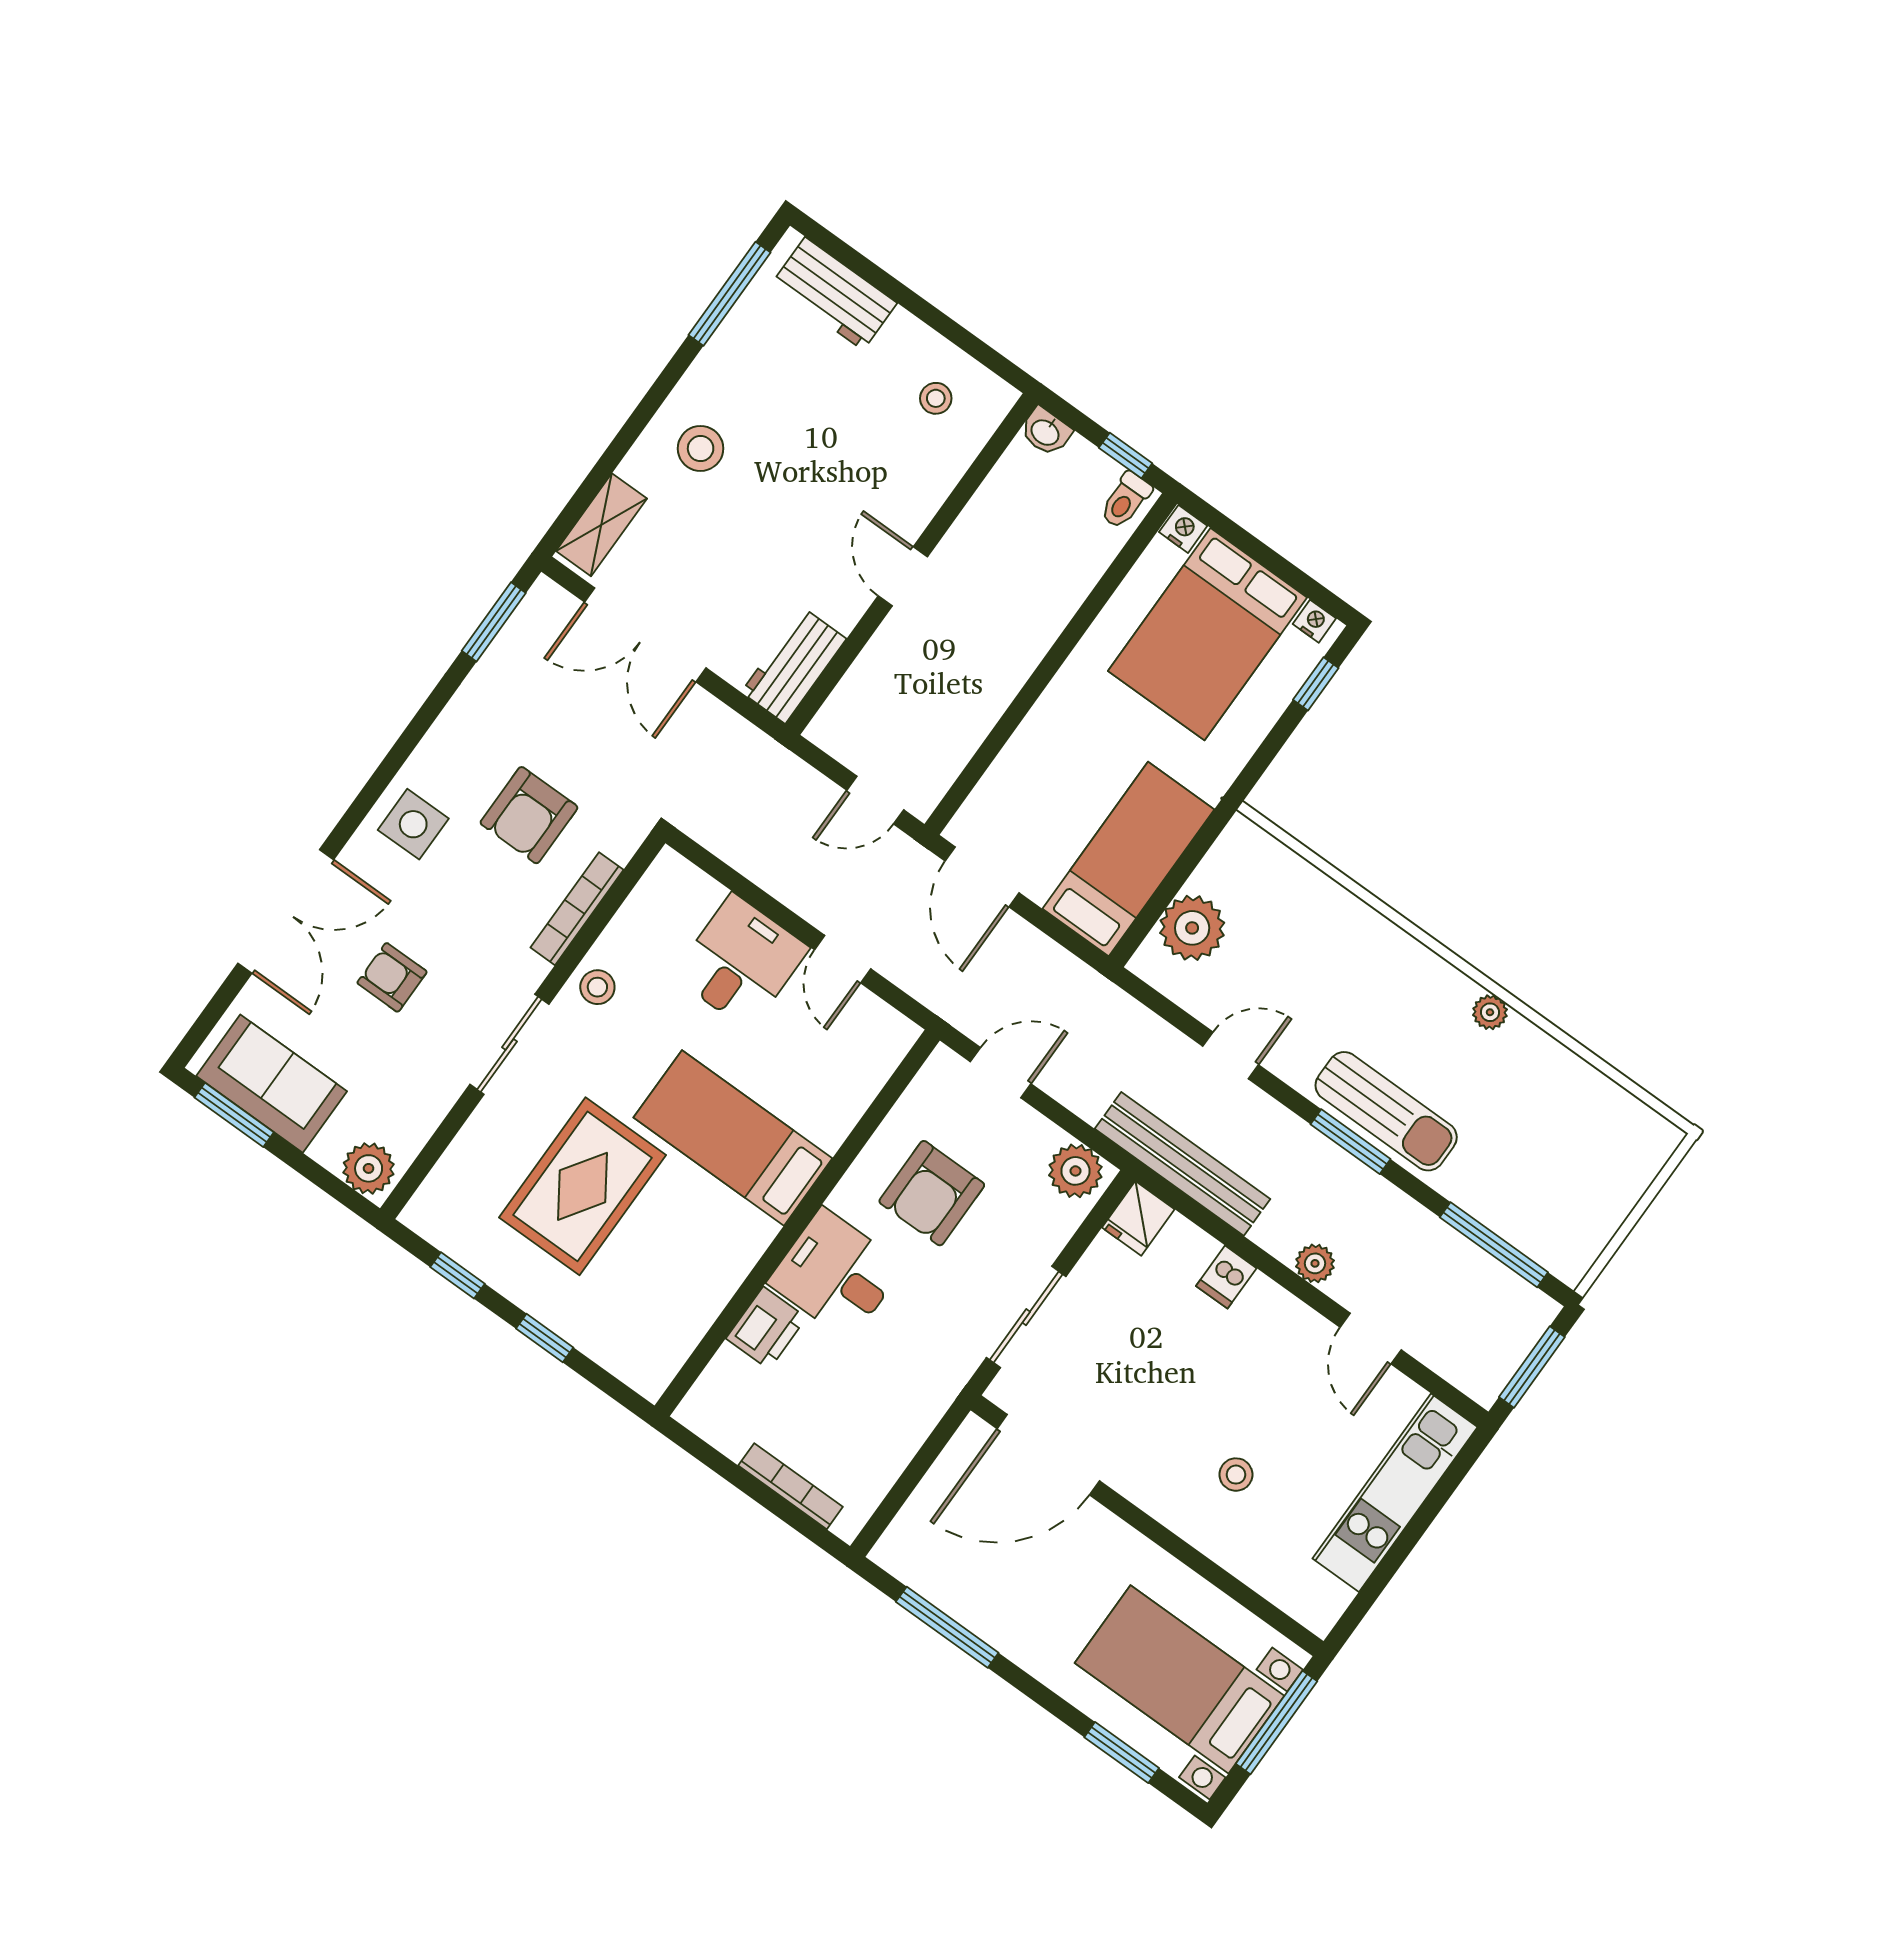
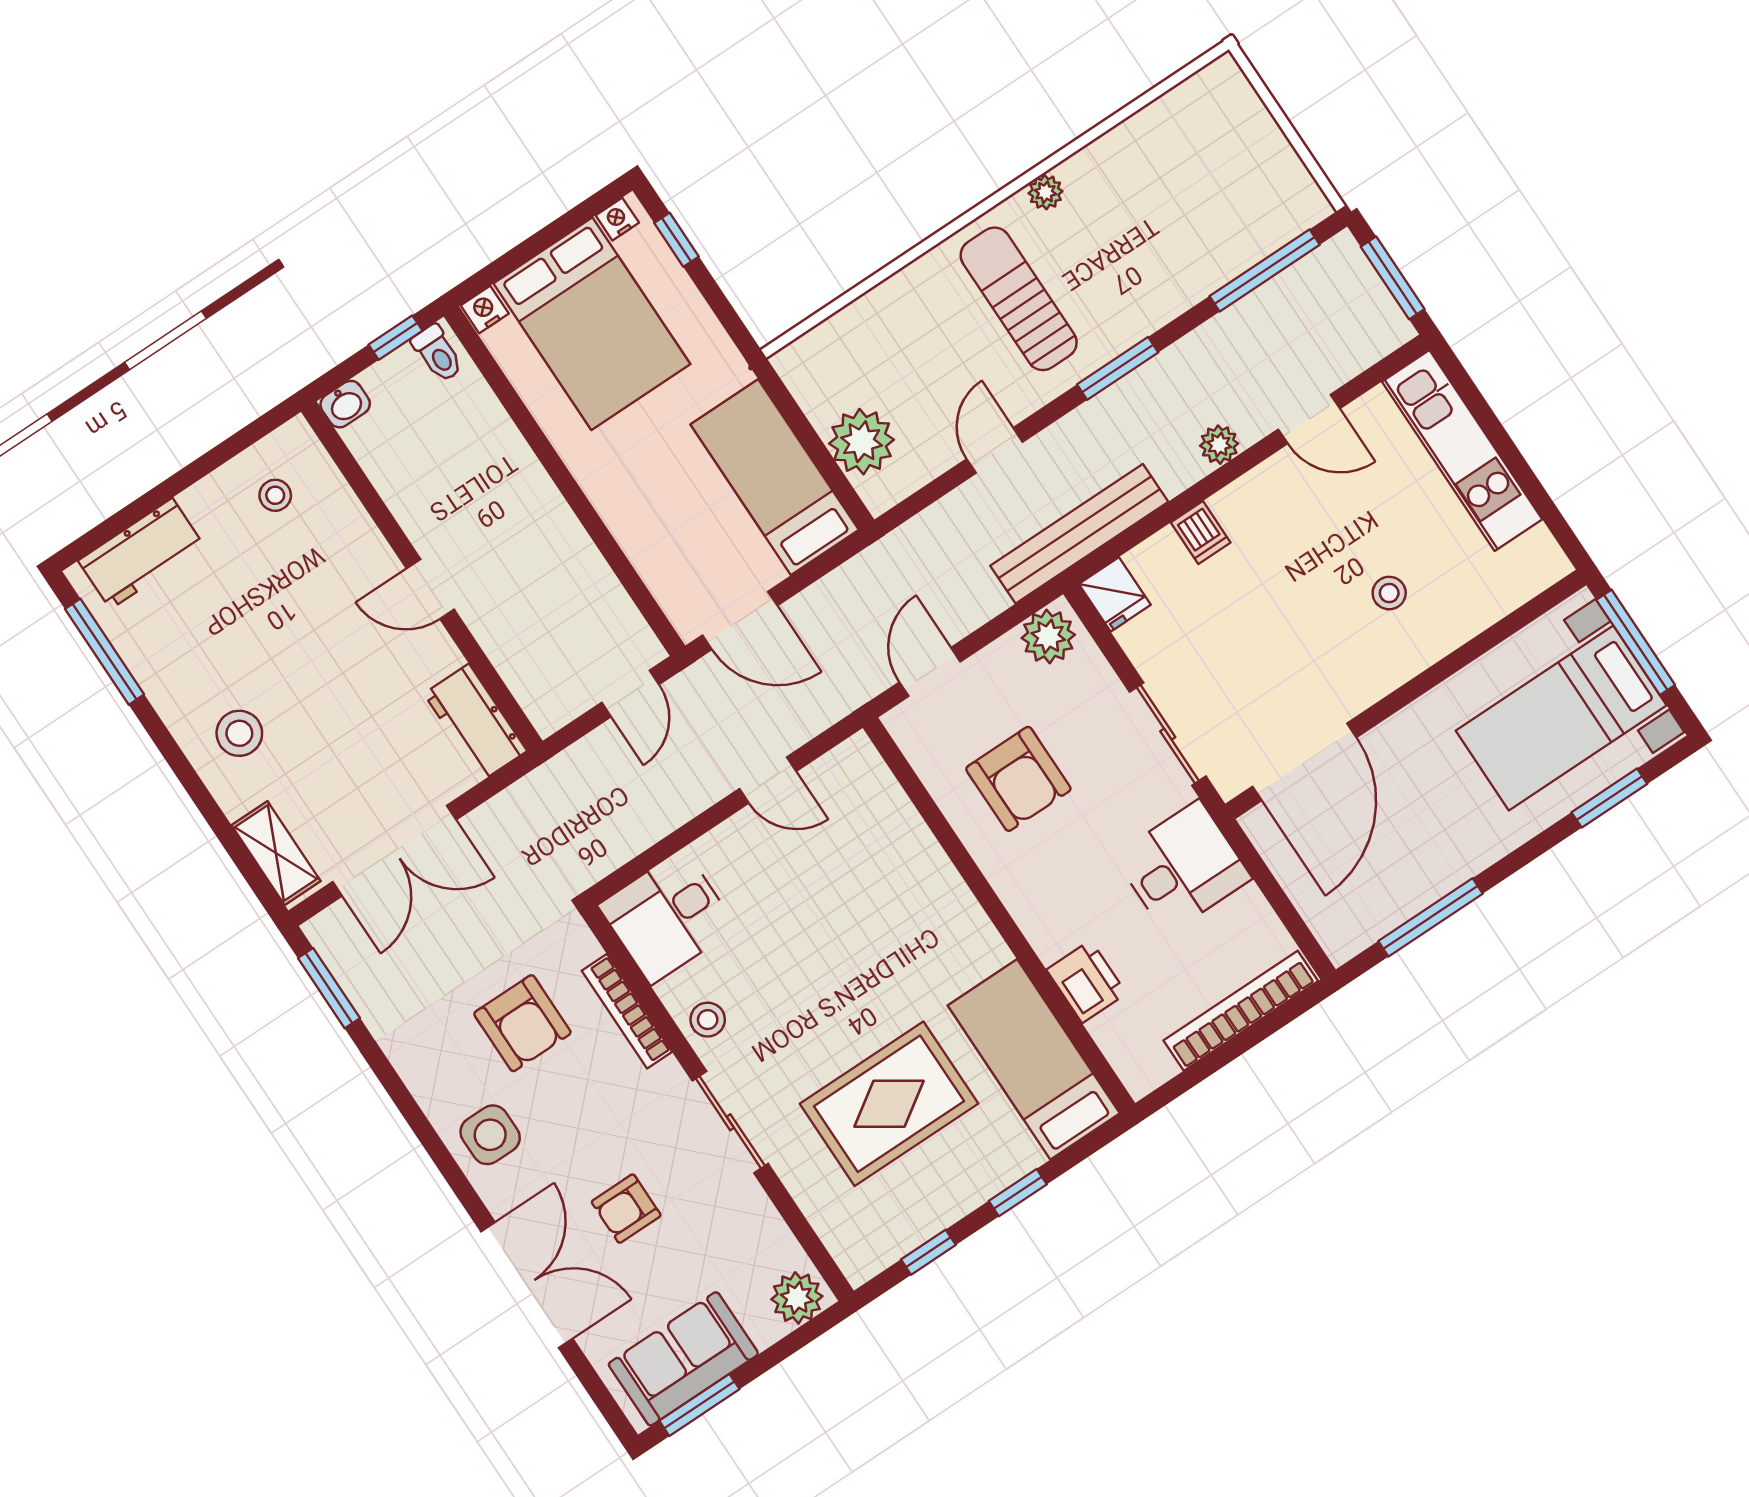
desk: (741, 962) -> (667, 917), moved, turned -90
sun lounger: (1386, 1111) -> (1019, 299), moved, turned -90
bed: (733, 1138) -> (1034, 1059), moved, turned 90
rug: (582, 1186) -> (889, 1104), turned 90
desk: (836, 1274) -> (1183, 867), moved, turned 180
bookcase: (791, 1486) -> (1241, 1011), width x1.48, depth x1.31

